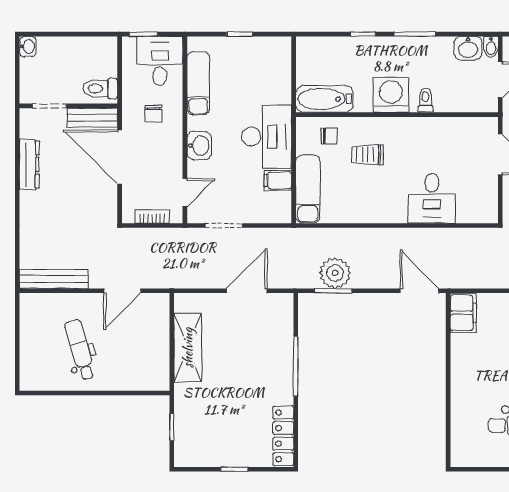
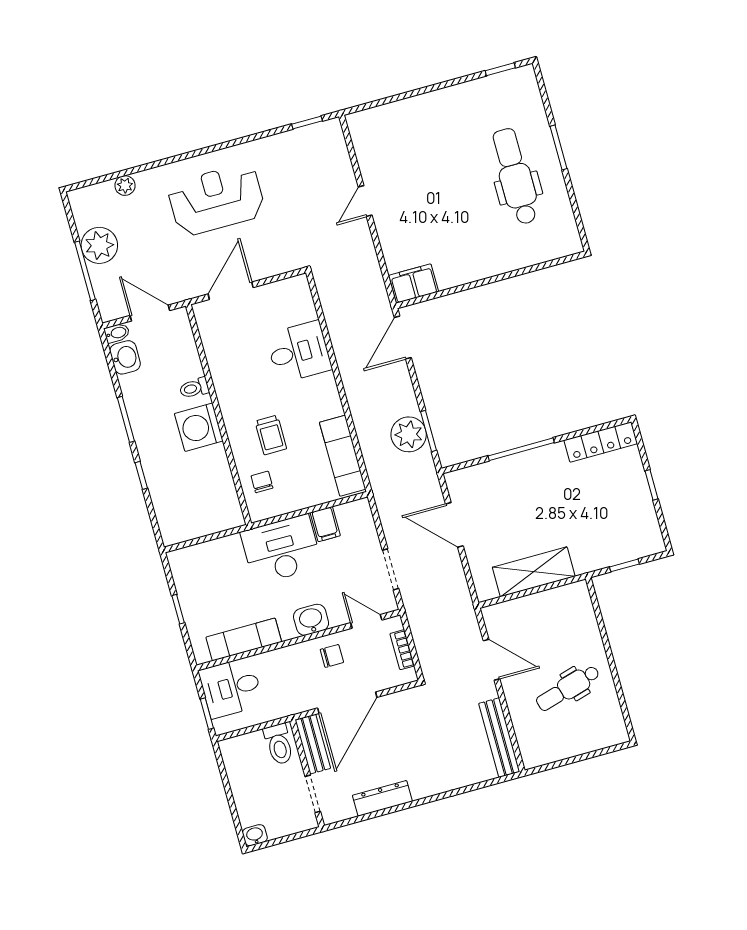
bathtub: (324, 99) -> (223, 498), removed
chair: (154, 114) -> (332, 656), moved
exam couch: (308, 189) -> (343, 456), moved, turned -90

